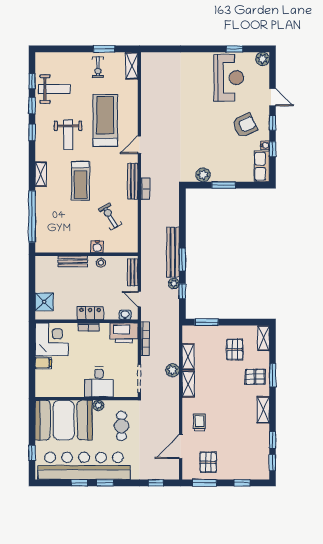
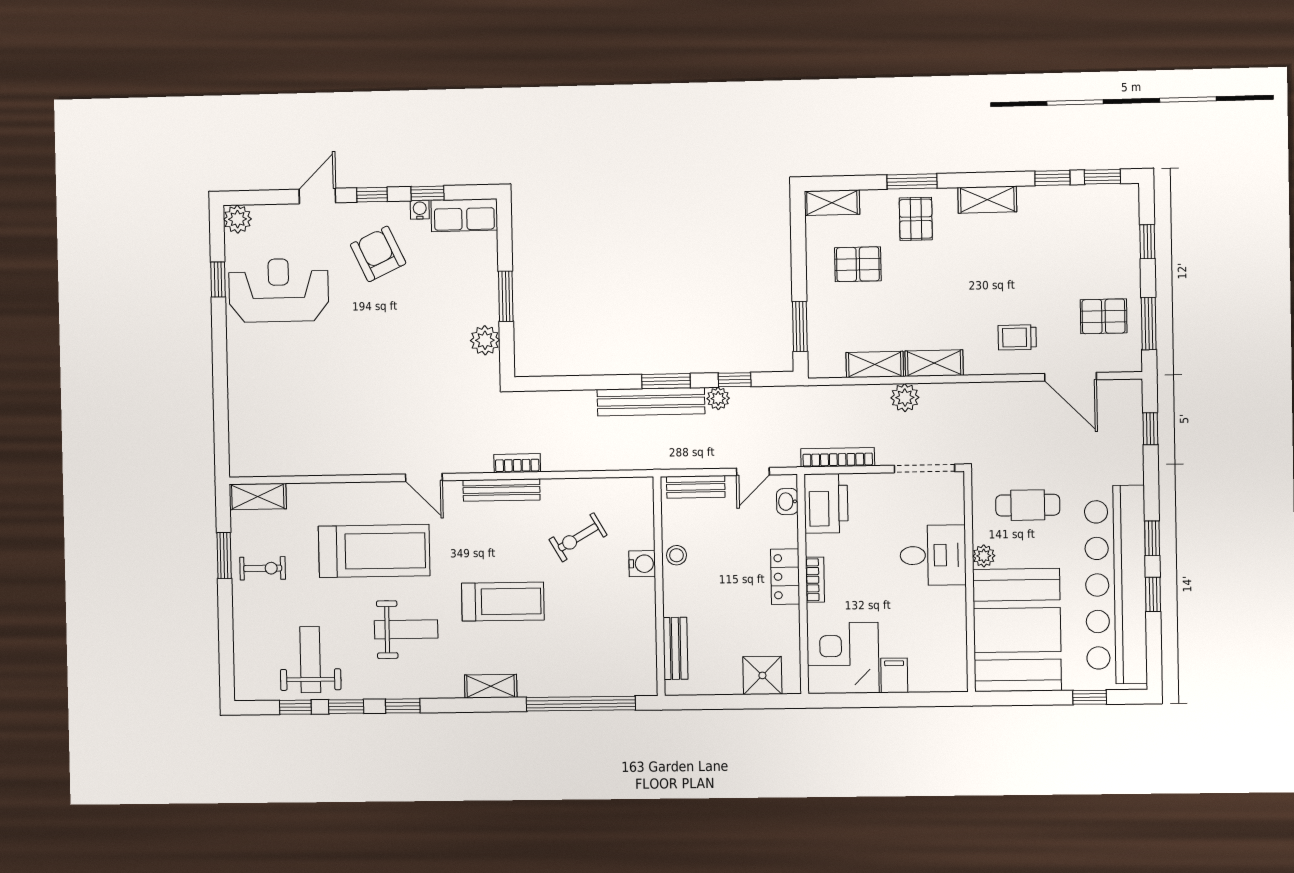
treadmill: (105, 120) -> (374, 551), turned 180
bench: (73, 261) -> (675, 648), moved

